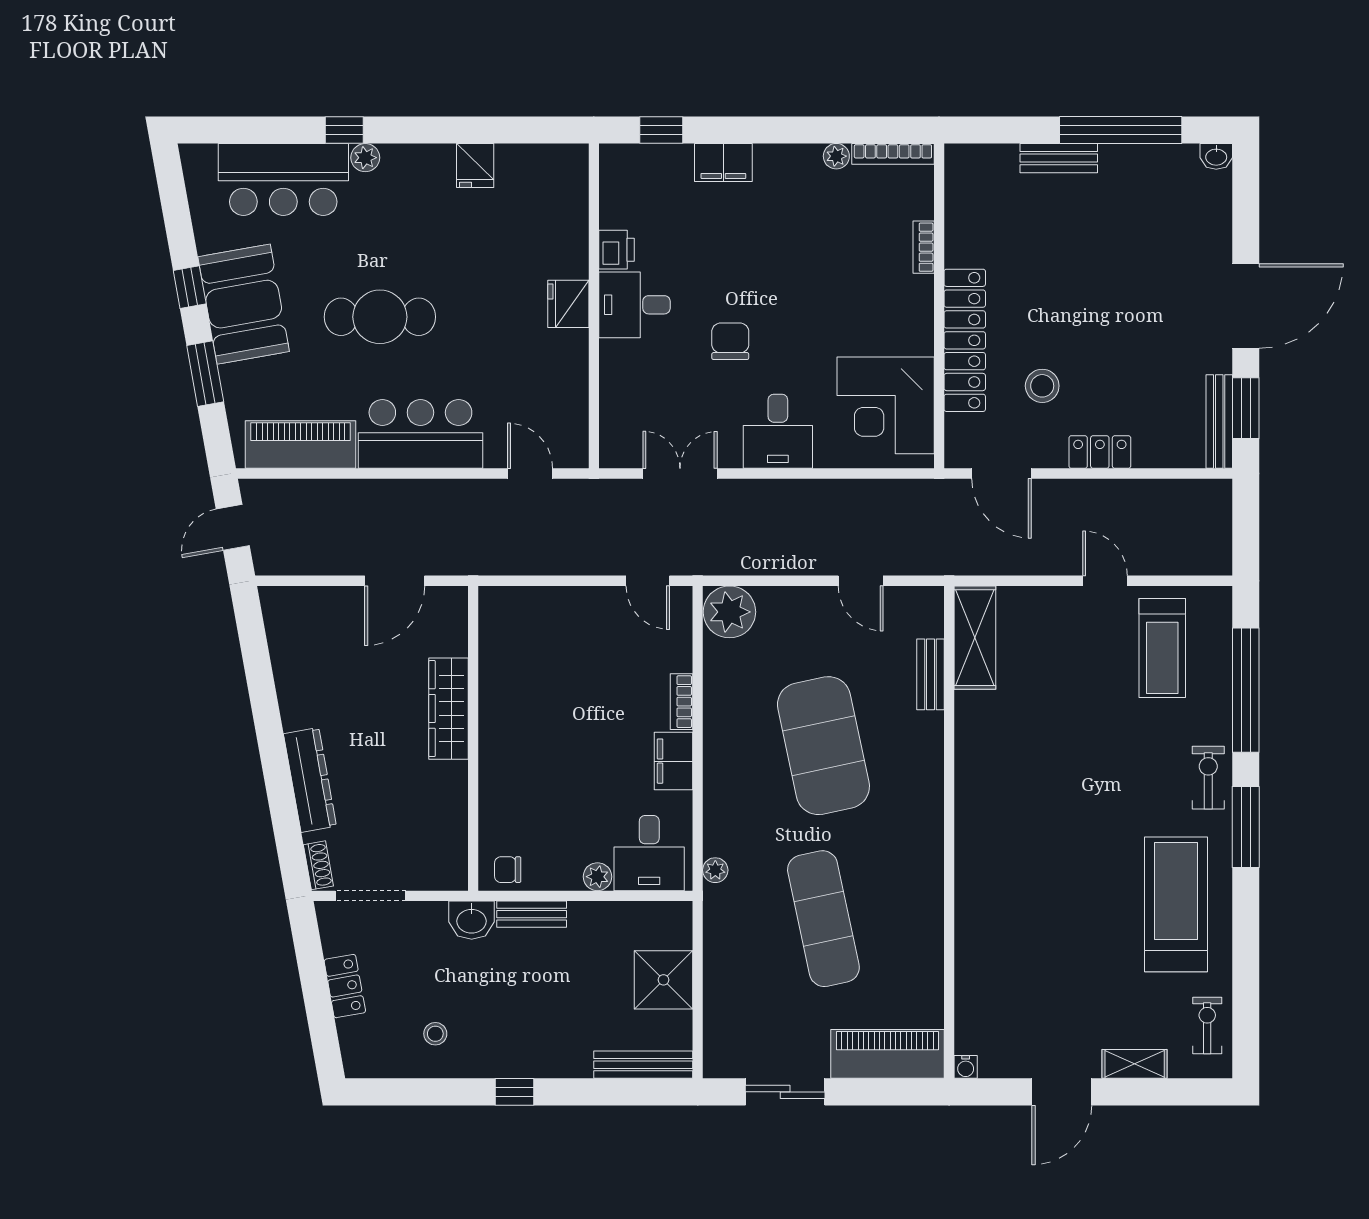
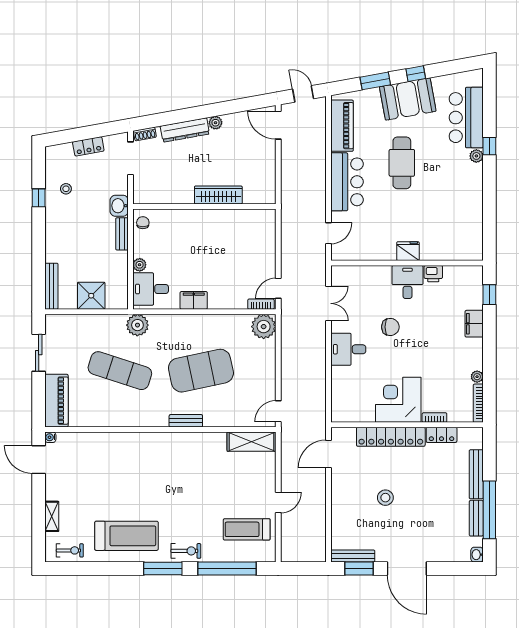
bench: (1059, 158) -> (476, 474), width x1.36
bench: (1138, 158) -> (476, 518), added
fridge: (475, 165) -> (473, 207), removed
stool: (1042, 386) -> (385, 498), moved
corner desk: (886, 405) -> (398, 400), moved
locker: (1100, 452) -> (442, 435), moved, turned 90
door: (395, 581) -> (278, 125), moved
door: (861, 581) -> (278, 411), moved
bench: (931, 674) -> (186, 421), moved
bookcase: (682, 702) -> (261, 304), moved
plant: (294, 714) -> (216, 123), added
plant: (715, 870) -> (137, 325), width x1.88, depth x1.88
exercise mat: (823, 919) -> (120, 371), turned 30
window: (514, 1092) -> (39, 198), moved
door: (1062, 1092) -> (39, 460), moved

